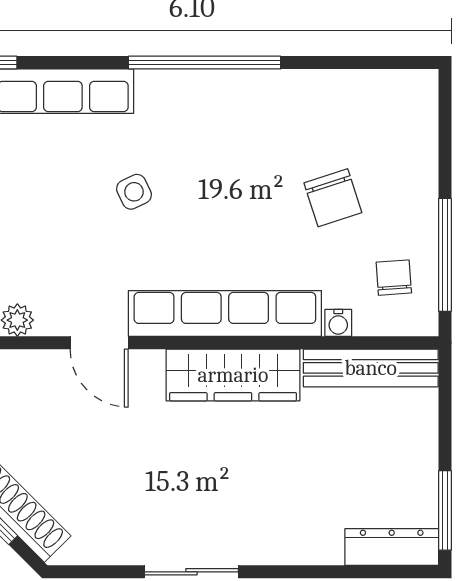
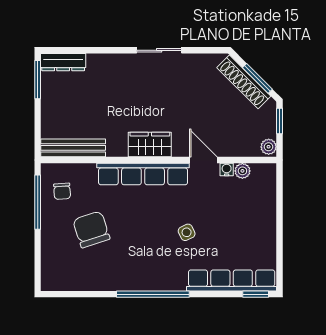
chair: (333, 198) -> (91, 229), width x1.37, depth x1.37
water cooler: (338, 323) -> (227, 170), moved
wardrobe: (233, 375) -> (150, 145), width x0.67

